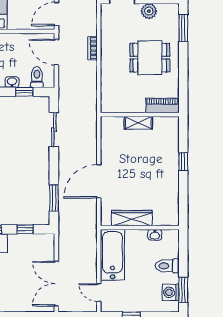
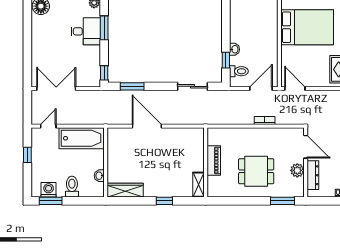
dining table: (150, 58) -> (256, 171), turned 90
piano: (162, 105) -> (214, 160), moved
shelving: (138, 123) -> (199, 185), moved
wardrobe: (132, 218) -> (125, 190), moved, turned -90
window: (25, 229) -> (104, 73), moved

